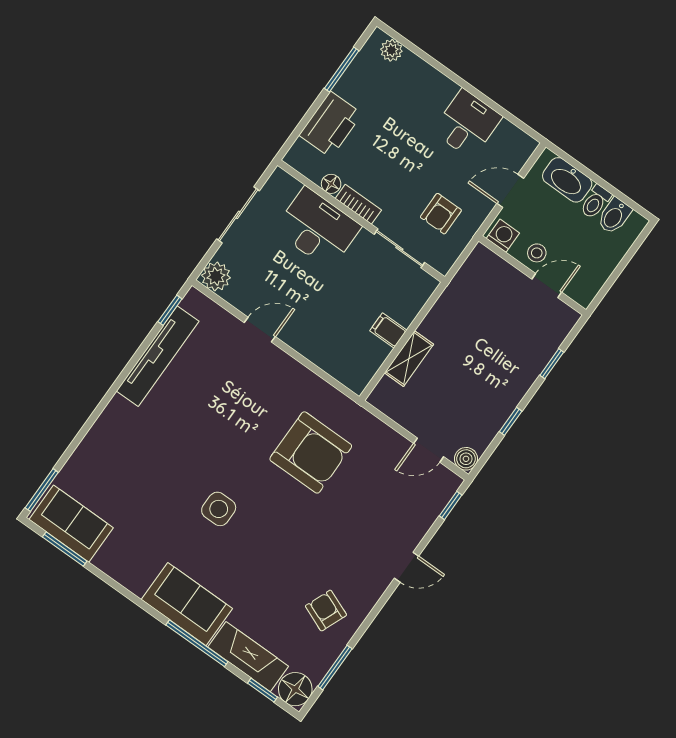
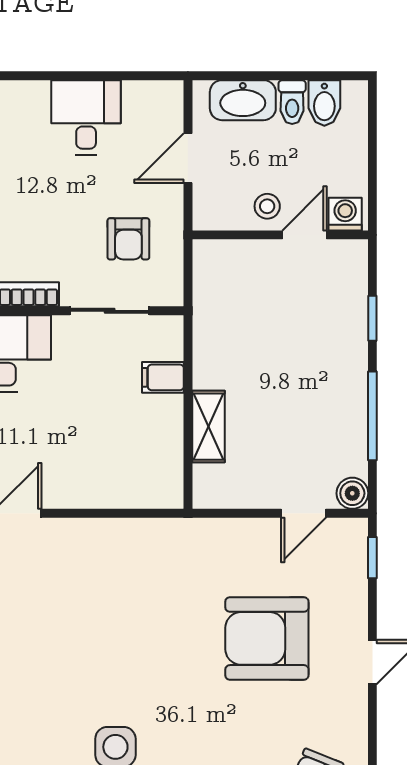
washing machine: (503, 236) -> (345, 214), moved
filing cabinet: (388, 330) -> (163, 377), moved
window: (511, 421) -> (372, 416), width x2.17
armchair: (311, 452) -> (267, 638), moved, turned 180

